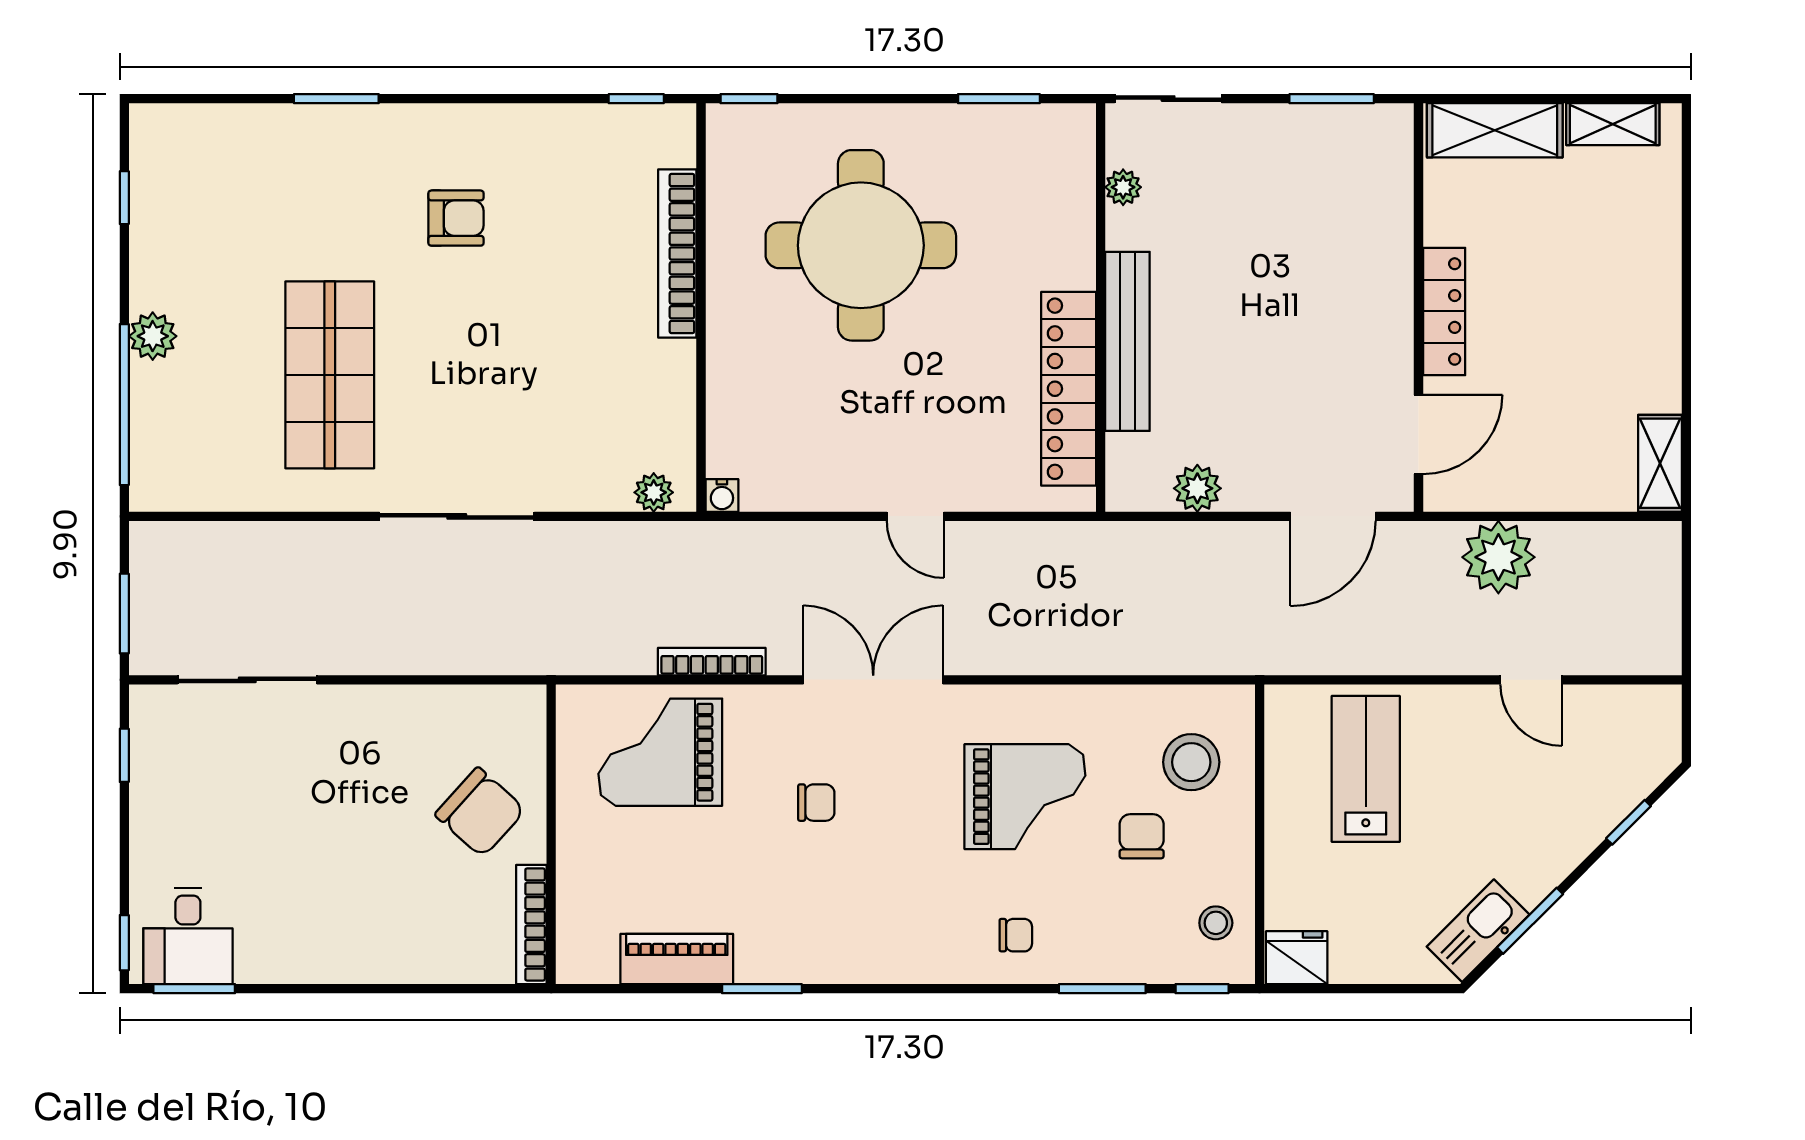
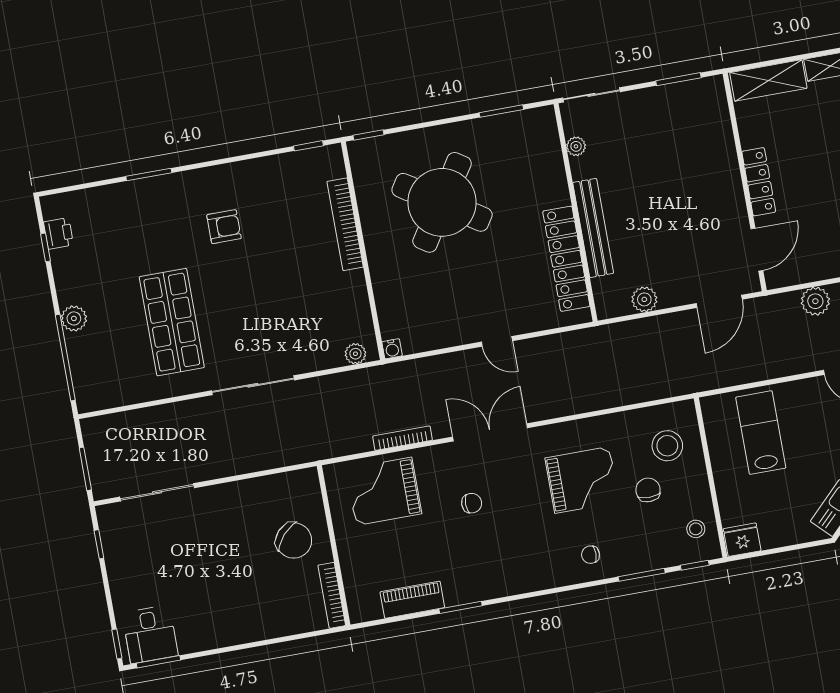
printer: (153, 176) -> (59, 233), added
round table: (861, 245) -> (442, 202), turned 33
plant: (1498, 557) -> (815, 301), width x0.73, depth x0.73
chair: (1016, 935) -> (591, 555), turned 180

